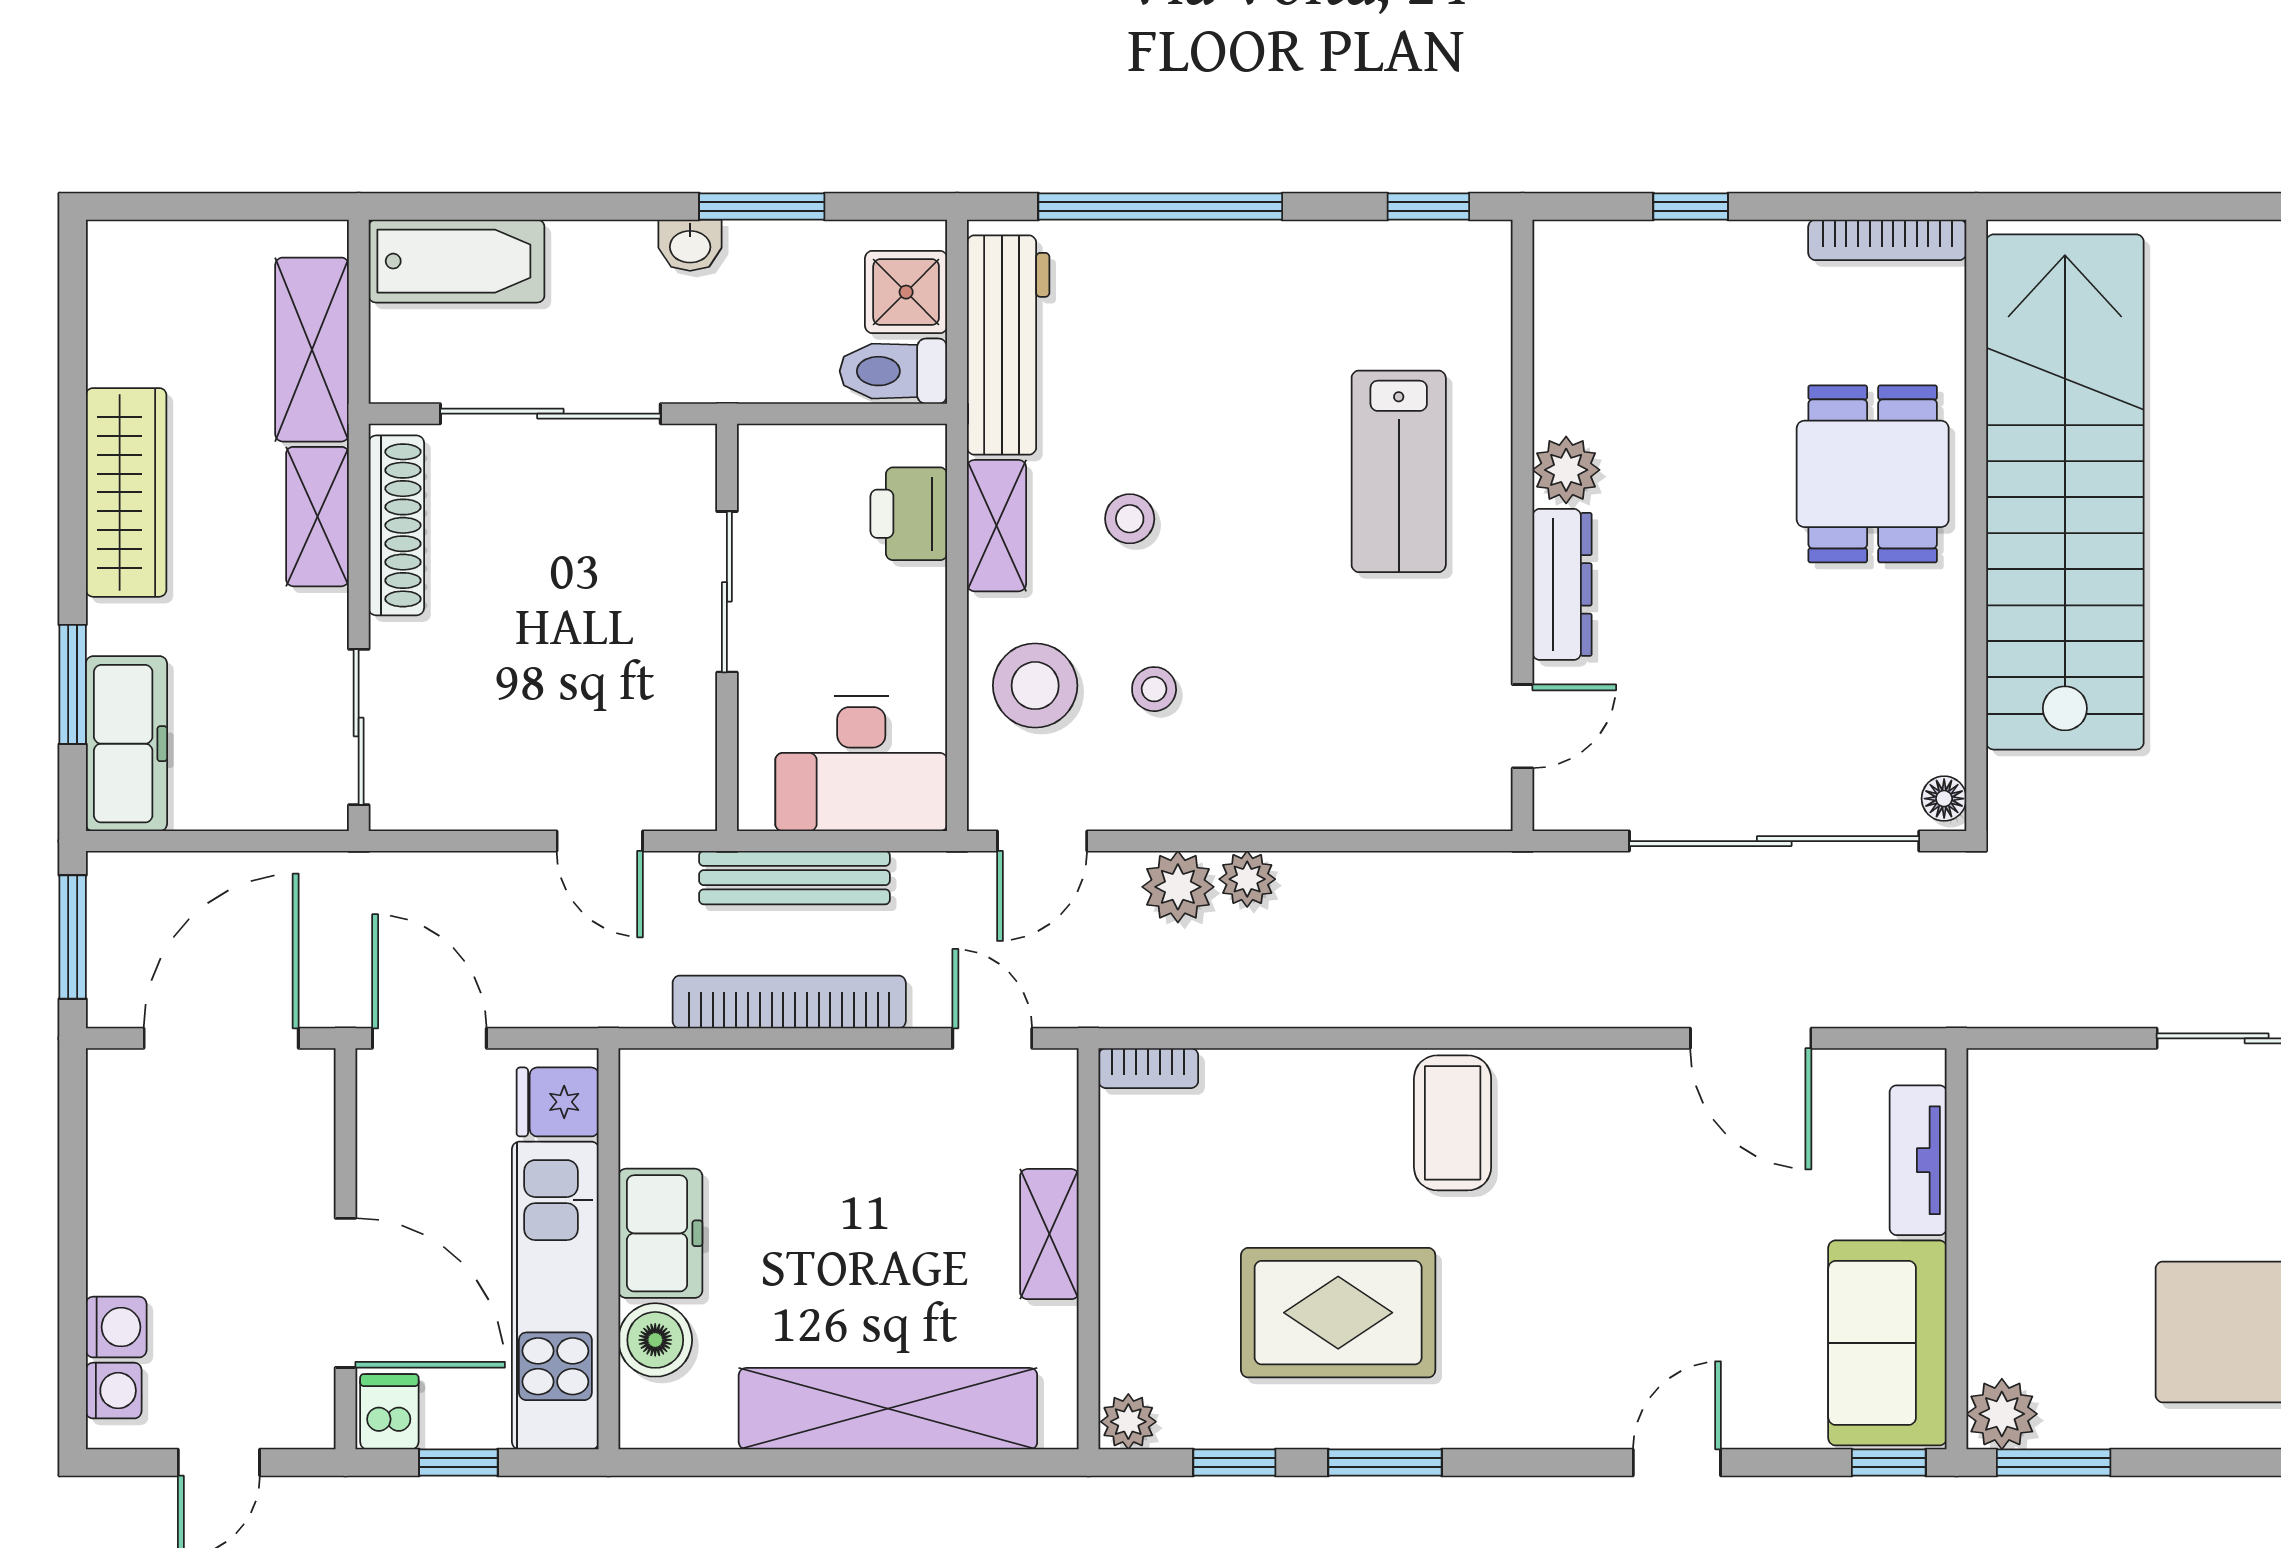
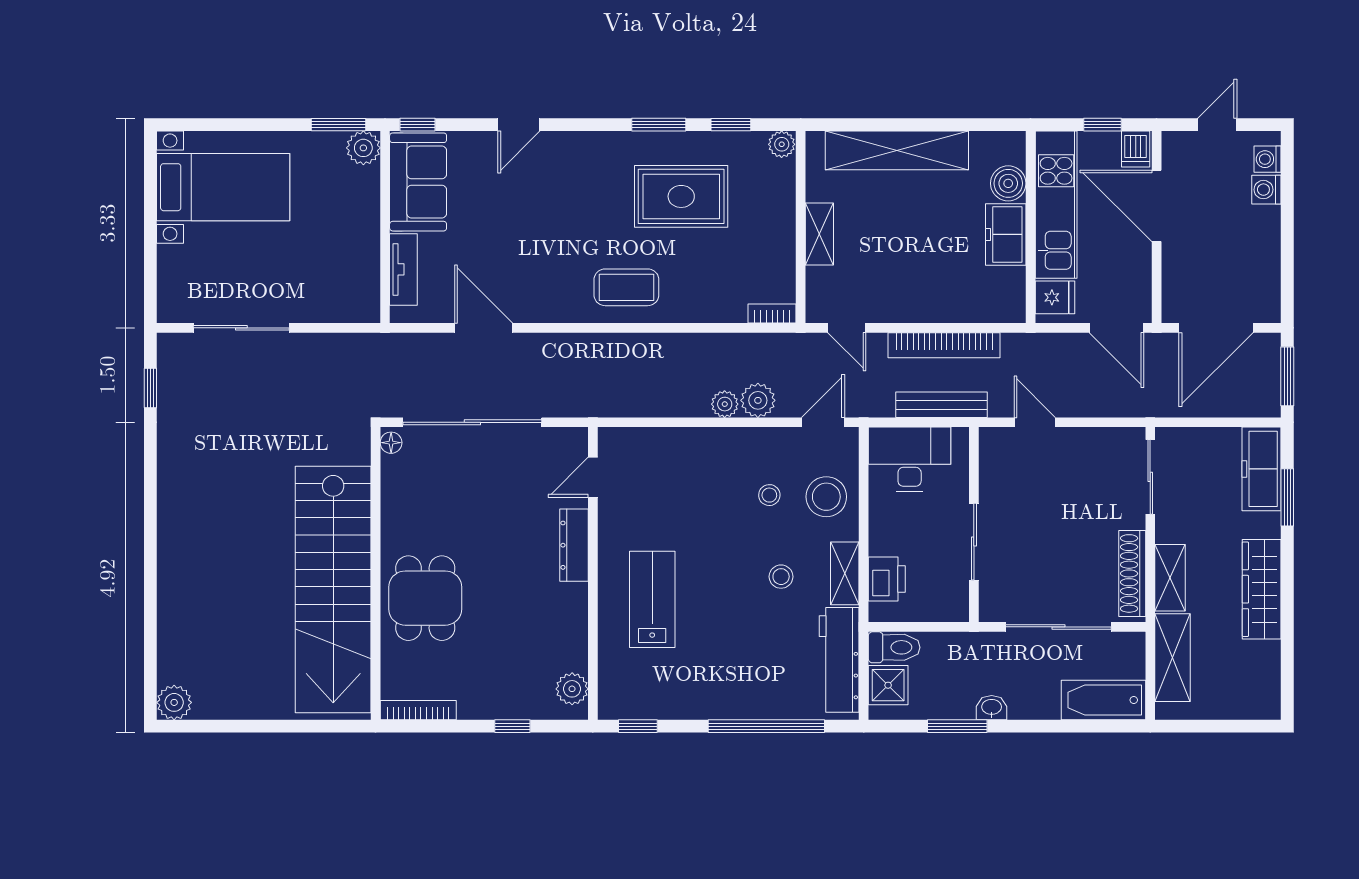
plant: (1566, 470) -> (572, 689), moved
coffee table: (1453, 1123) -> (626, 287), turned 90

